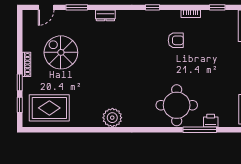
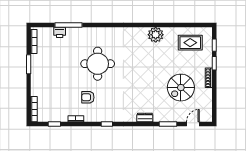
spiral stairs: (61, 52) -> (181, 88), turned 90
round table: (177, 105) -> (98, 64), moved
rug: (49, 108) -> (190, 43), width x0.73, depth x0.70
plant: (112, 118) -> (156, 35), moved

